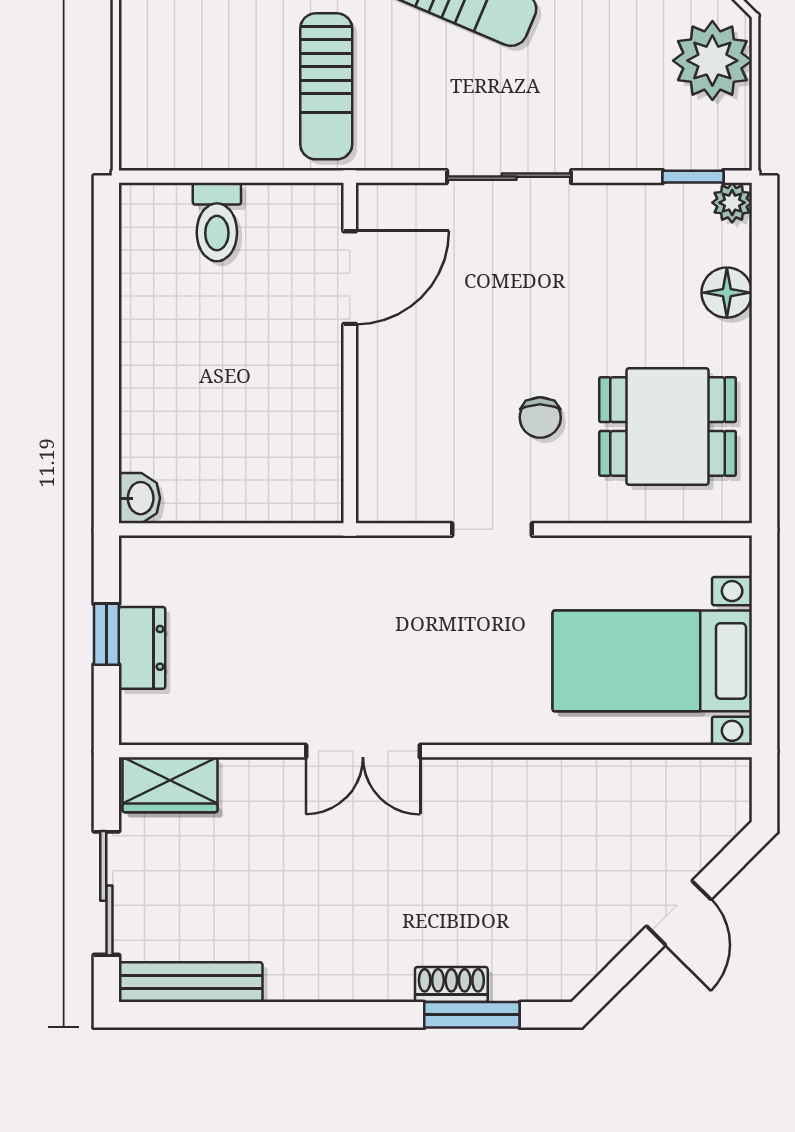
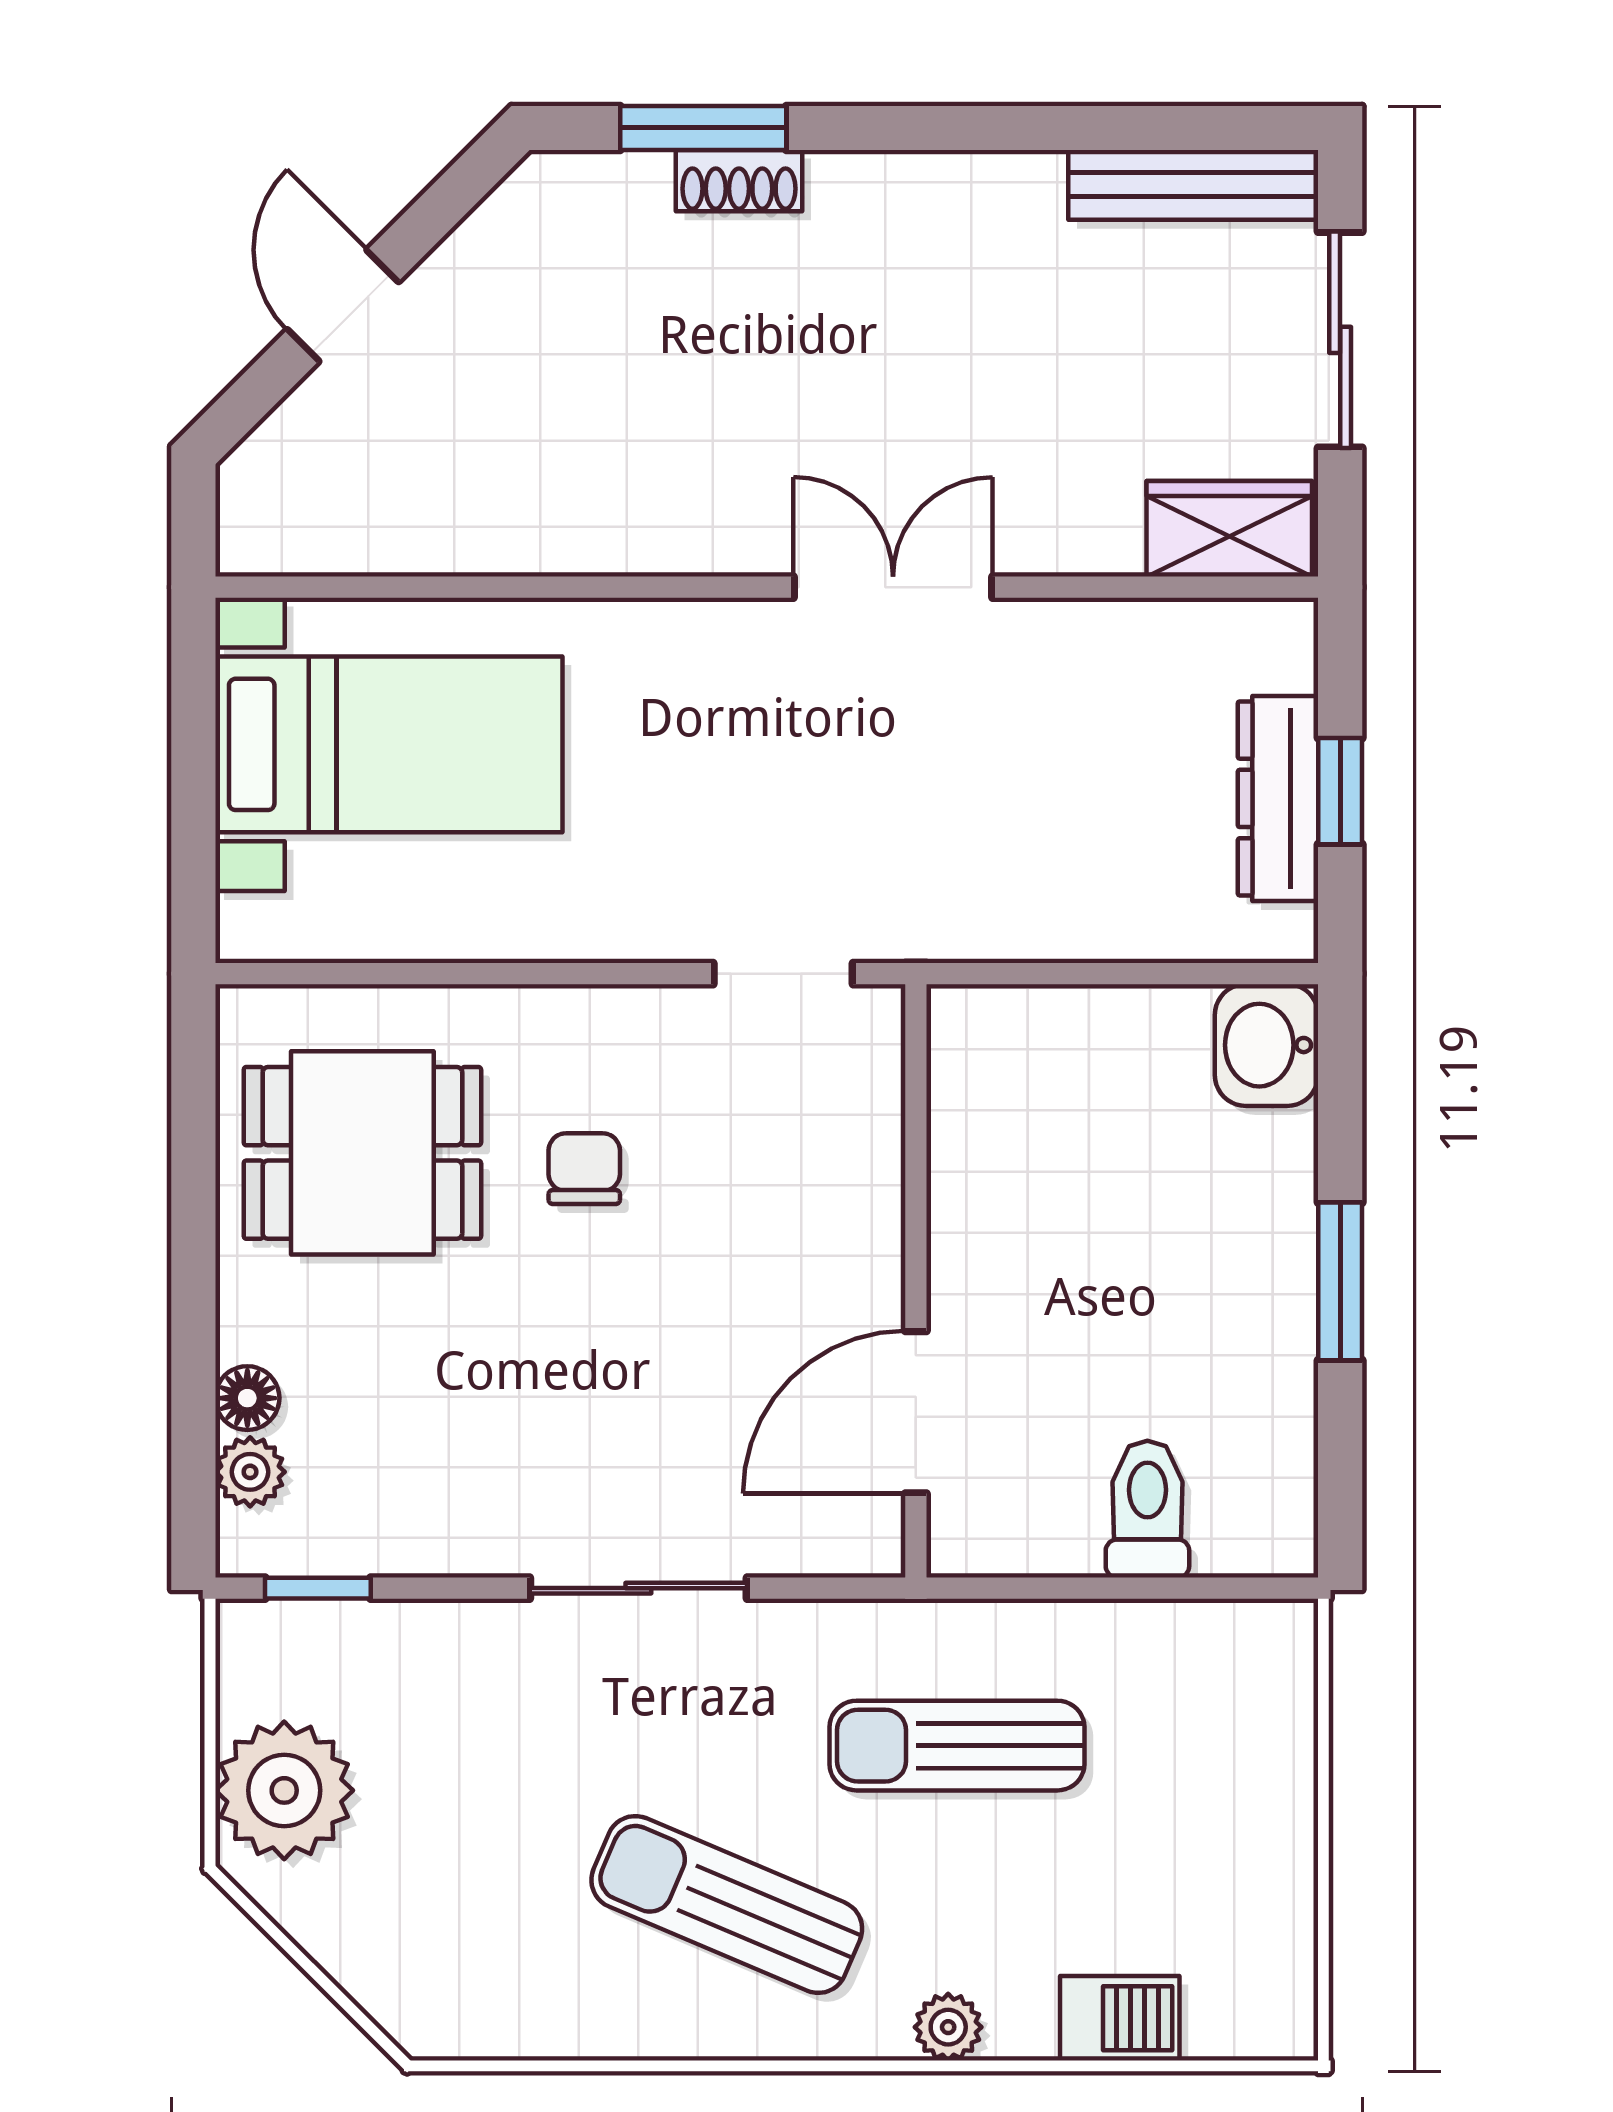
sun lounger: (326, 86) -> (957, 1746), turned -90
plant: (732, 203) -> (250, 1472), moved
floor lamp: (727, 293) -> (247, 1398), width x0.73, depth x0.73
window: (106, 353) -> (1340, 1281), added
washbasin: (139, 498) -> (1267, 1045), width x1.38, depth x1.45
doorway: (492, 529) -> (783, 974), moved
dresser: (142, 648) -> (1278, 798), width x1.44

